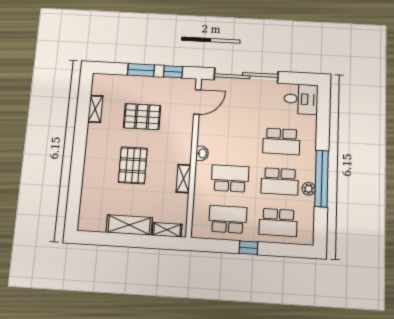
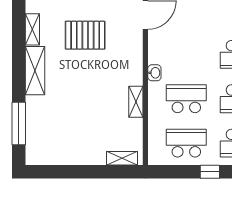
pallet: (133, 165) -> (79, 91), removed
window: (75, 192) -> (19, 123), added
shelving: (129, 225) -> (35, 71), moved, turned 90

